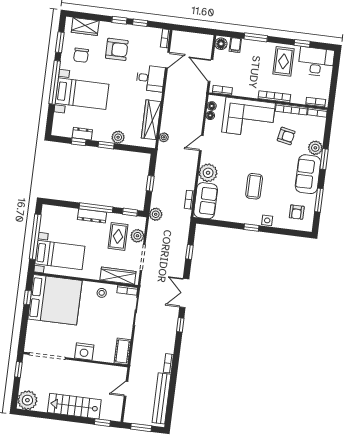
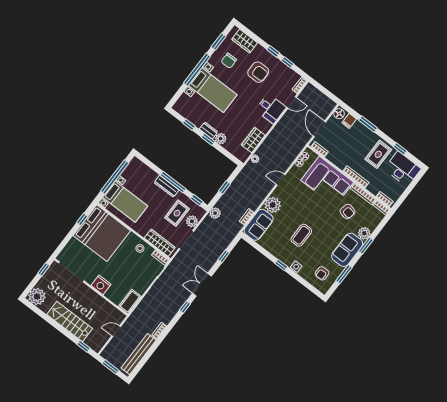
wardrobe: (151, 120) -> (253, 140), width x0.67
dresser: (82, 134) -> (208, 130), moved

